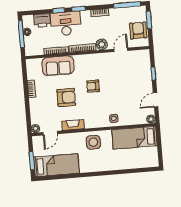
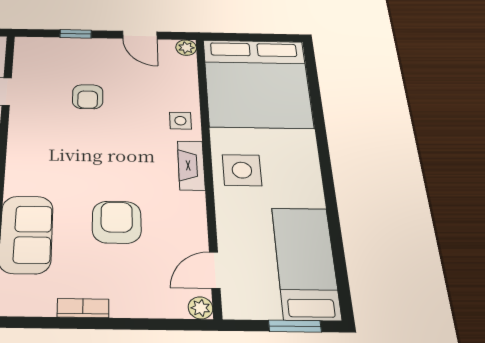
armchair: (93, 86) -> (88, 97), moved
fireplace: (73, 125) -> (191, 165), moved
door: (50, 133) -> (215, 270), swing flipped
bed: (135, 138) -> (257, 83), width x2.04

